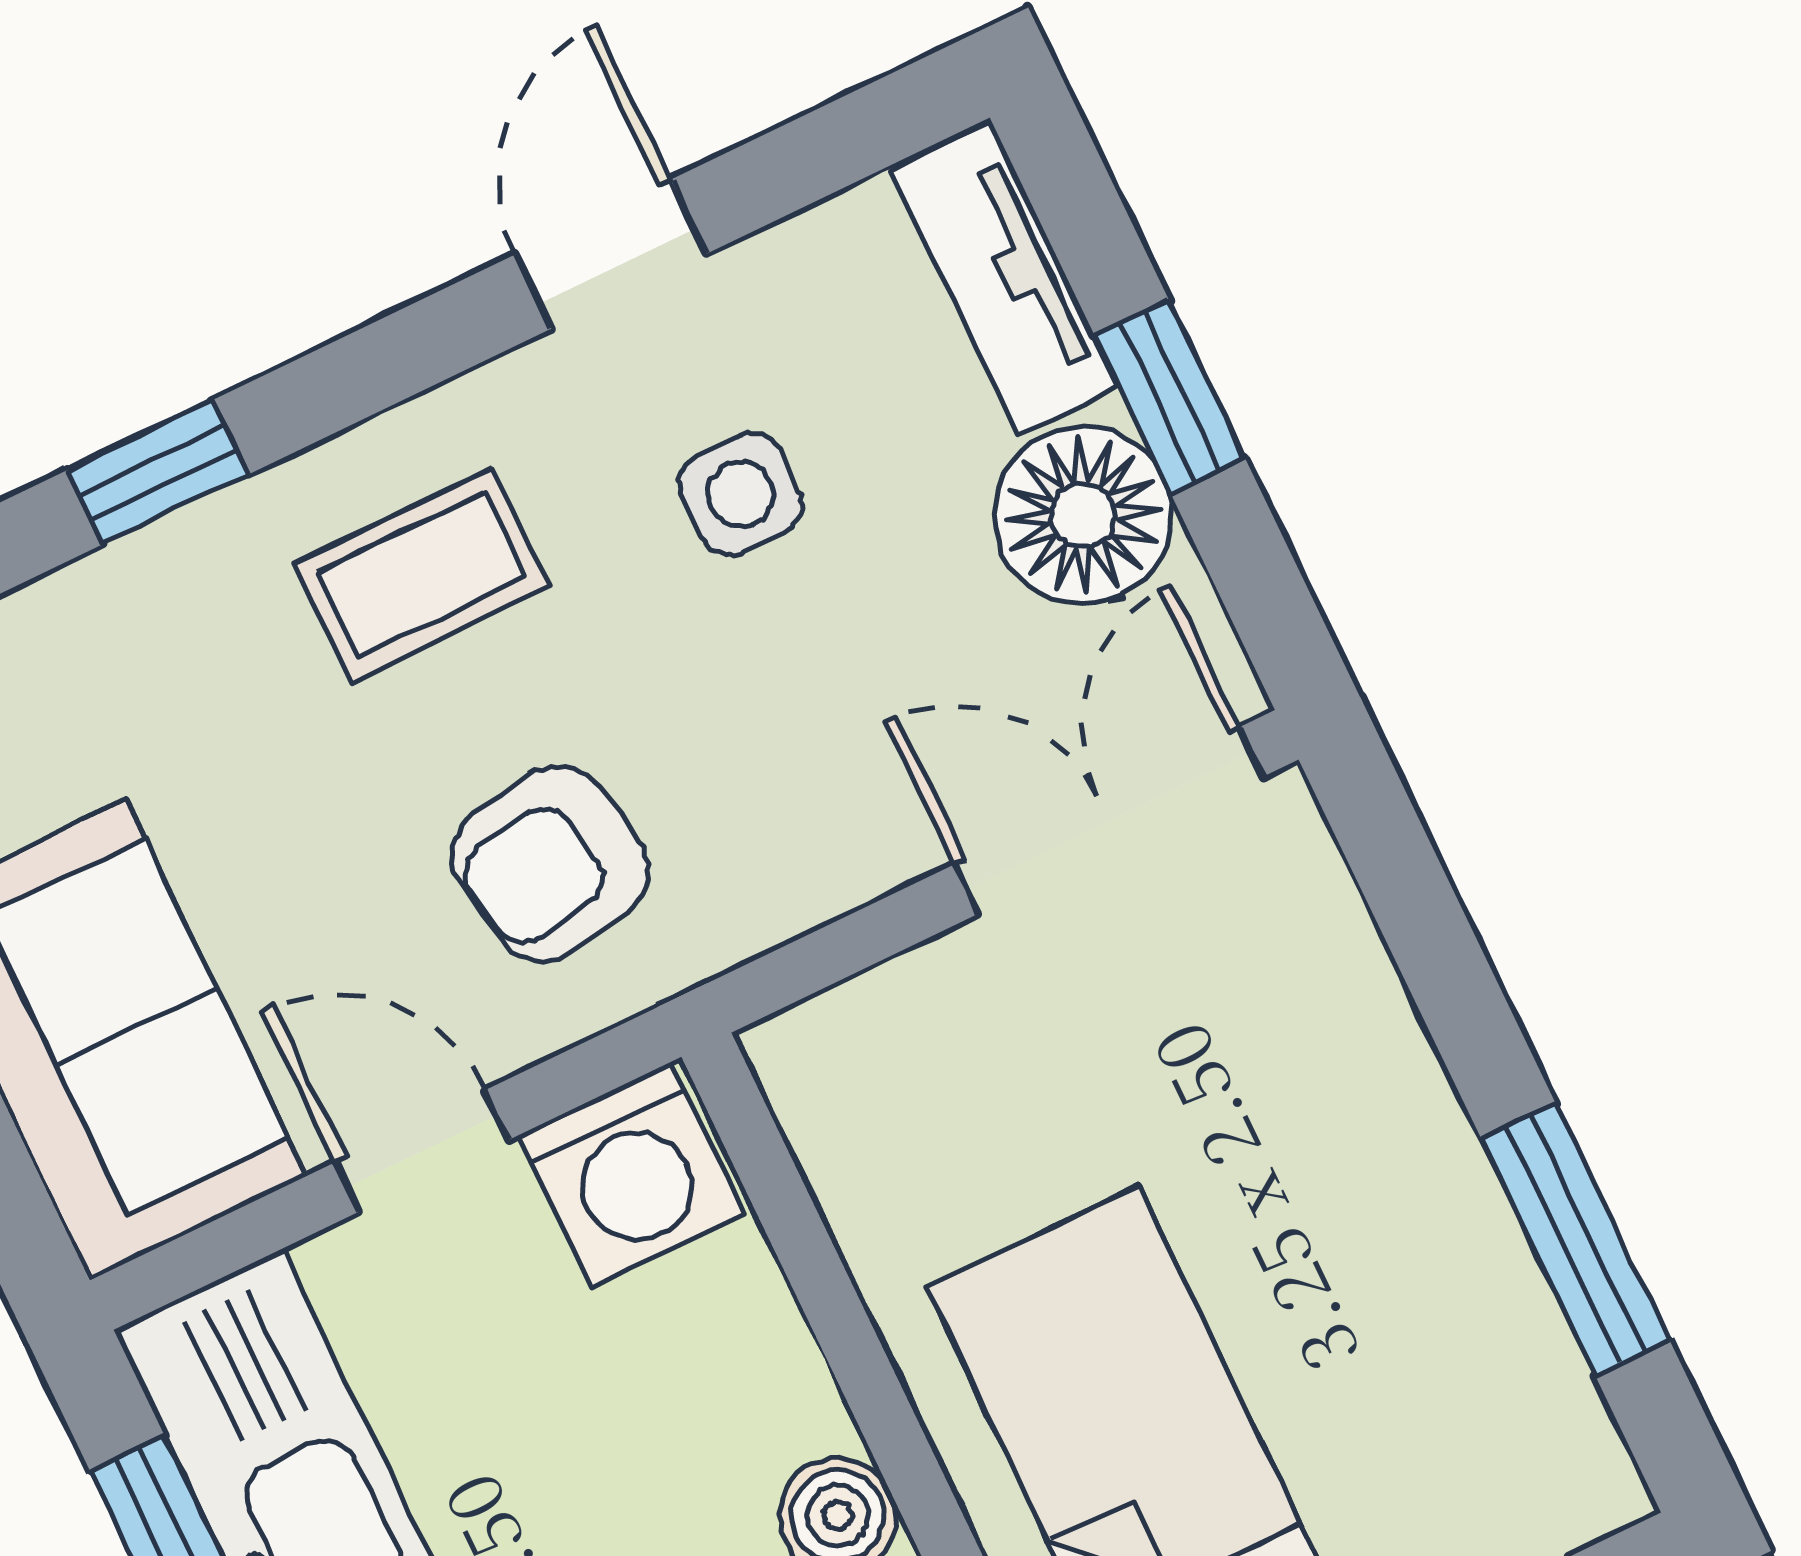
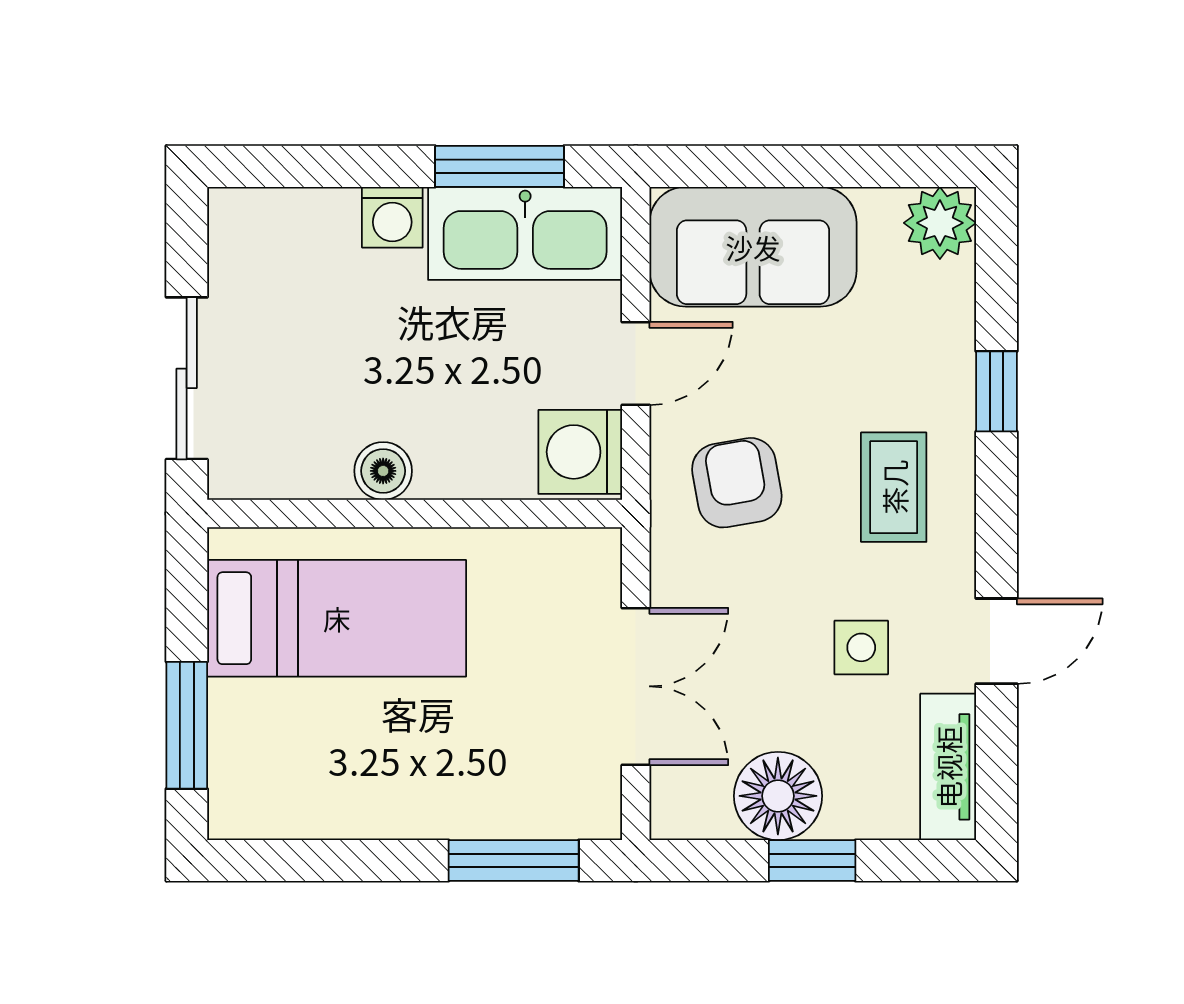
door: (611, 254) -> (997, 641), hinge flipped
tv unit: (1005, 278) -> (948, 767), moved, turned -90
double door: (1109, 821) -> (636, 686), moved
window: (1575, 1239) -> (514, 860), moved

